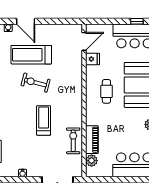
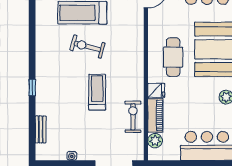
fridge: (92, 59) -> (156, 90), moved
cafe table: (106, 91) -> (173, 57), width x1.37, depth x1.35

